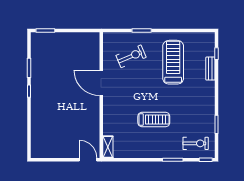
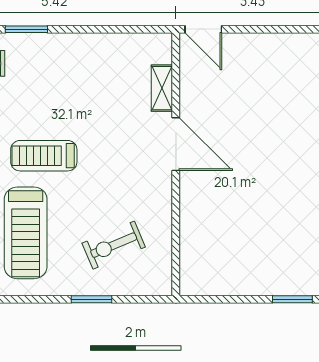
door: (101, 83) -> (176, 144), moved
treadmill: (154, 119) -> (44, 156), moved
shelving: (108, 147) -> (162, 88), moved

